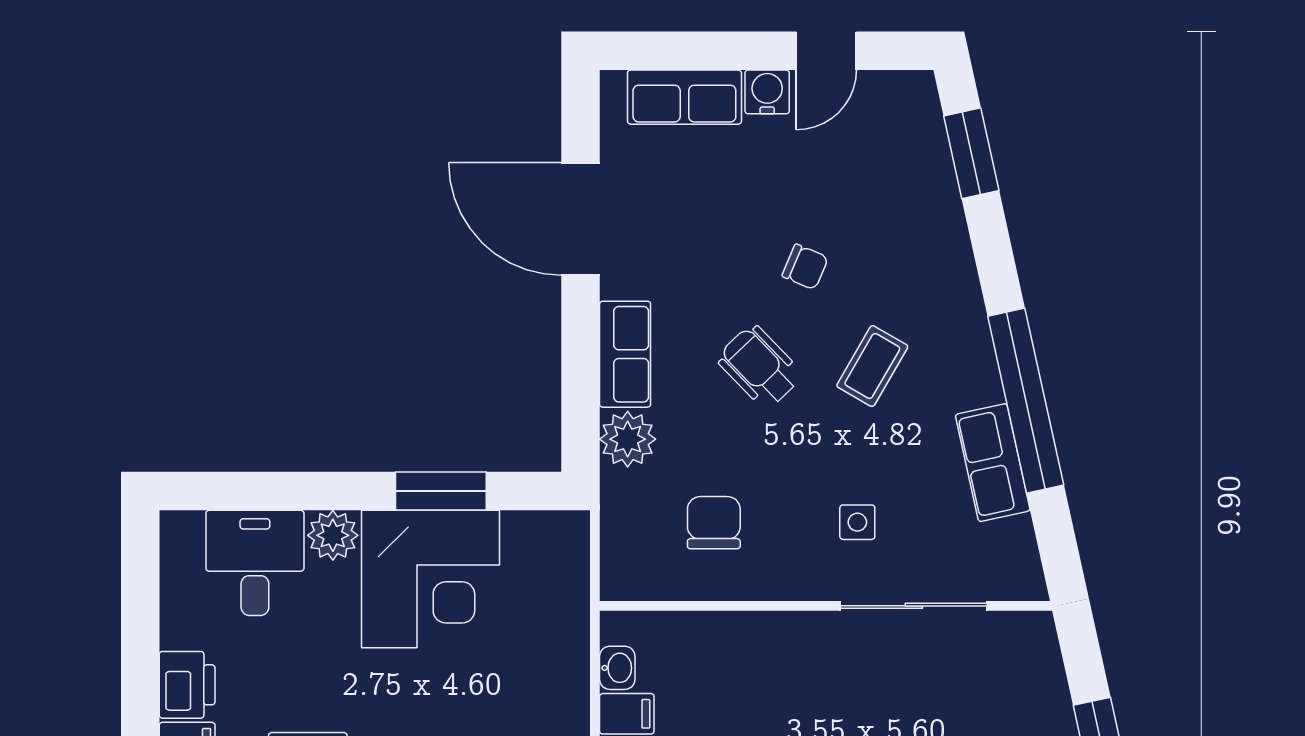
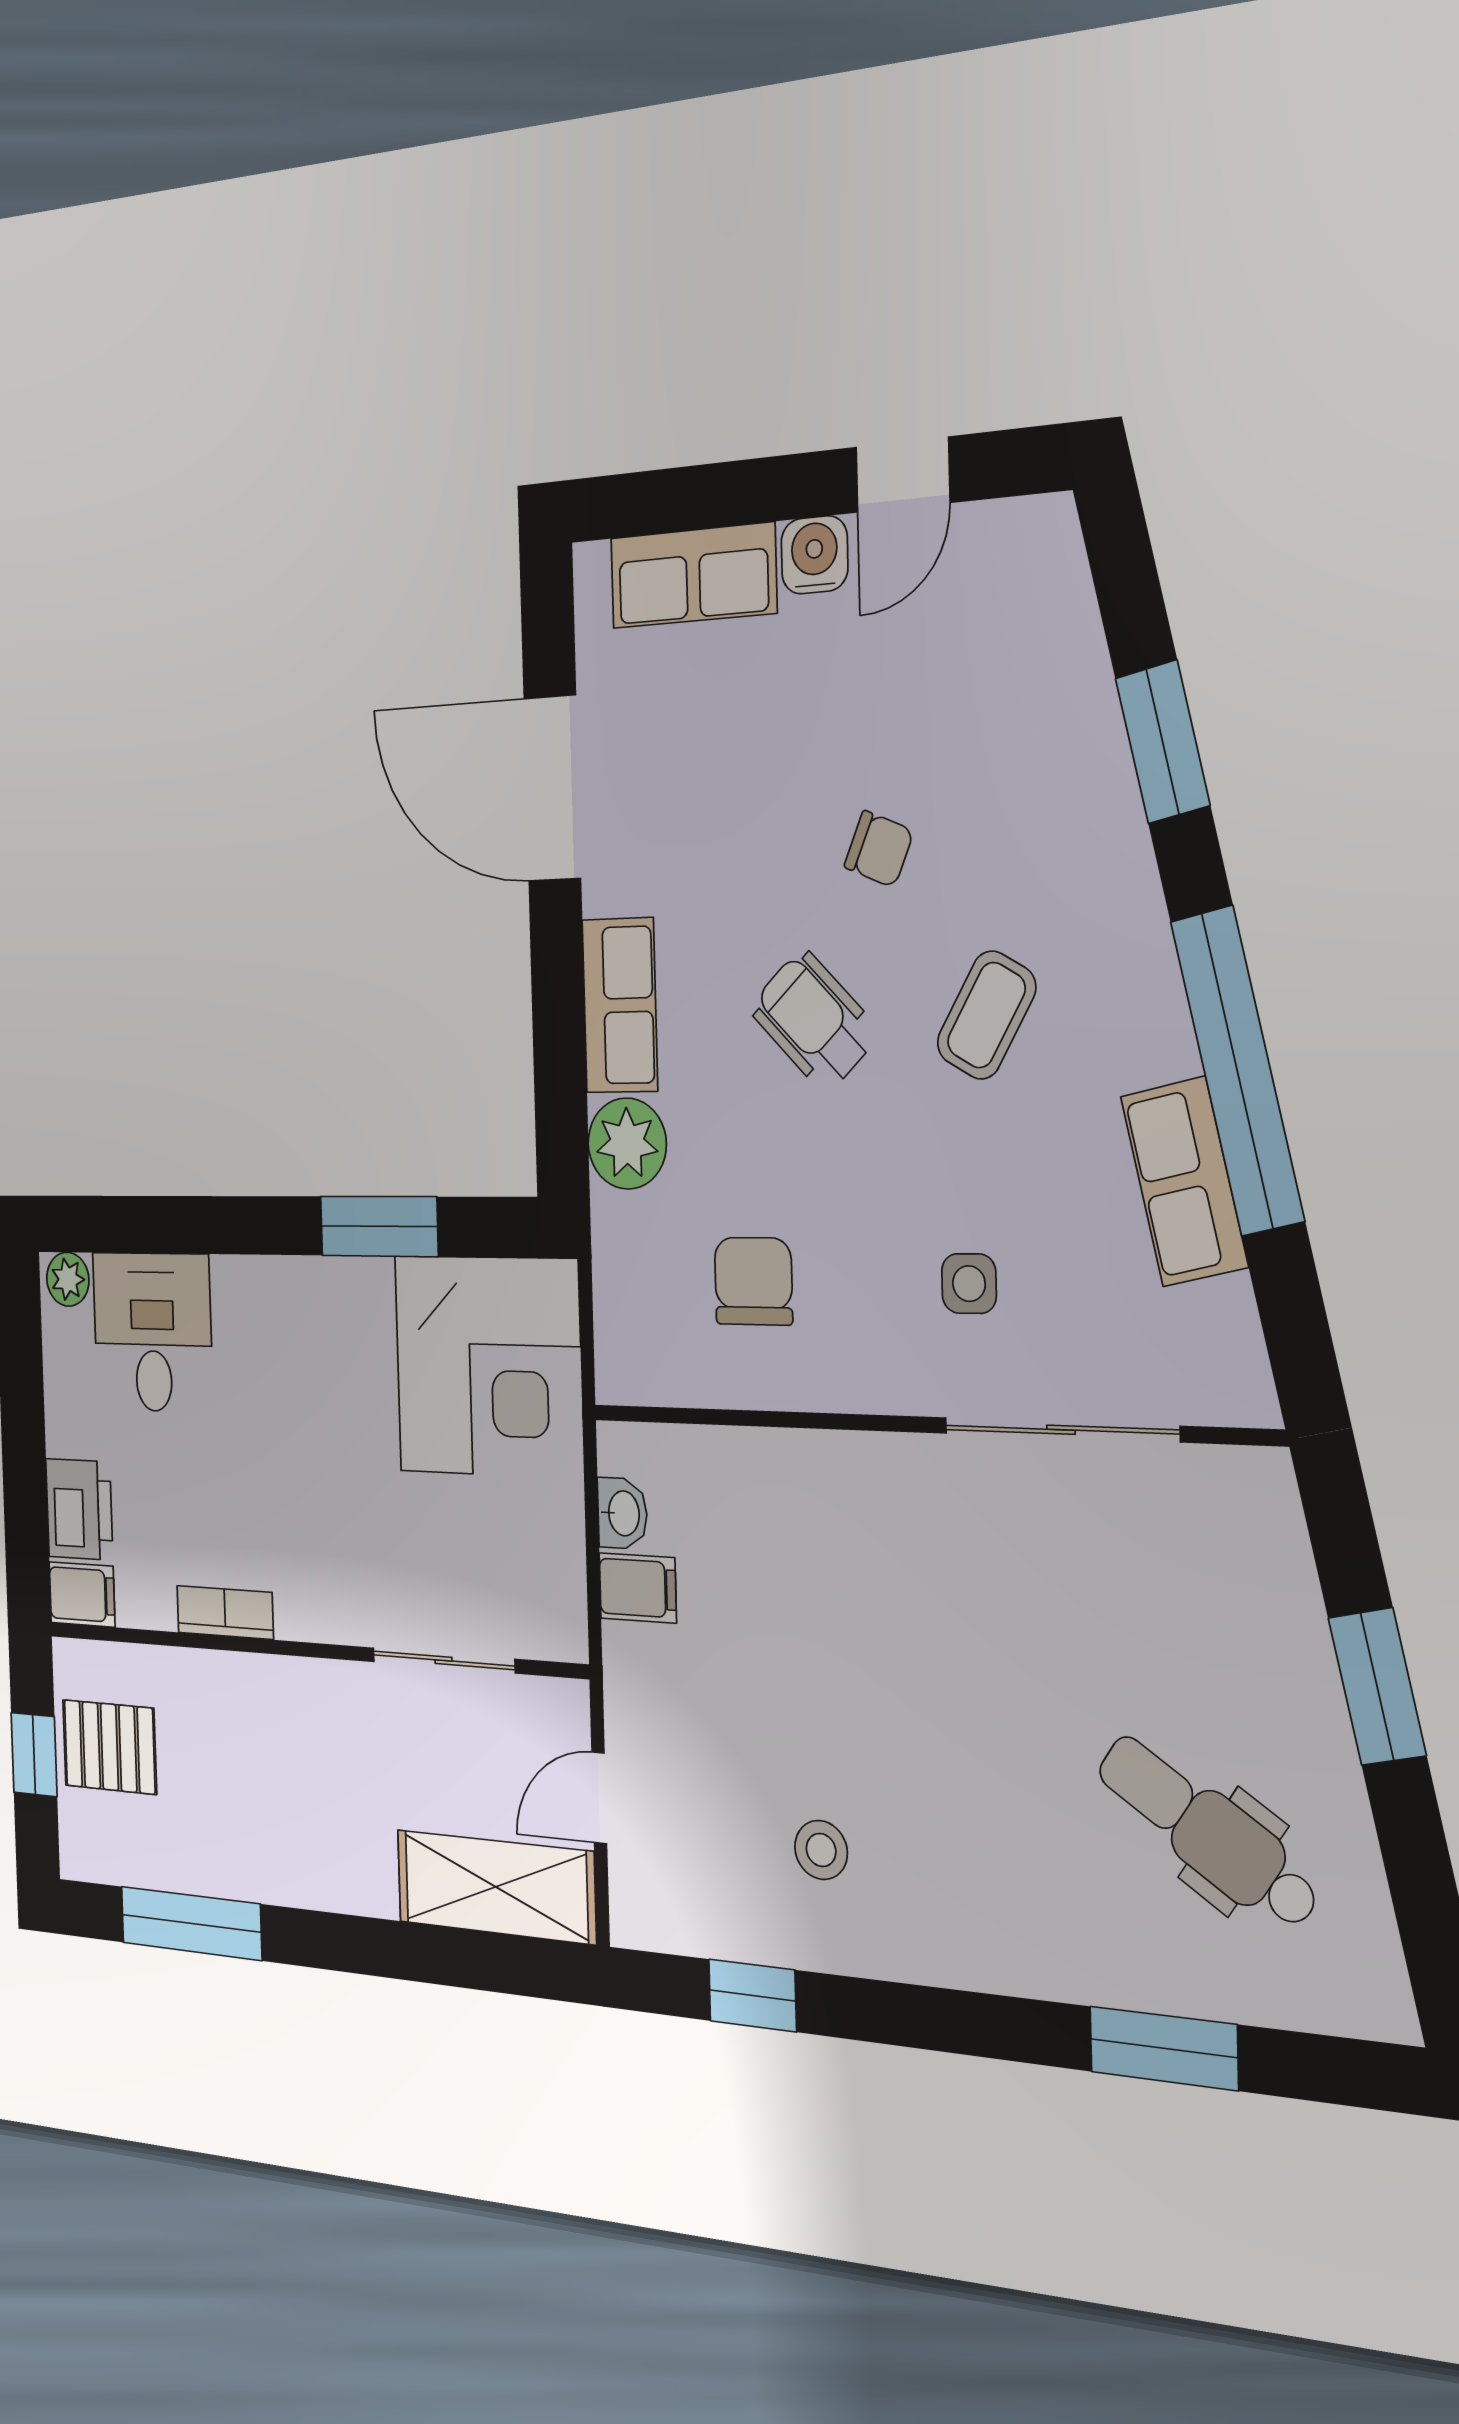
window: (971, 153) -> (1163, 742), moved
plant: (333, 535) -> (68, 1279), moved, width x0.73, depth x0.73
corner desk: (431, 579) -> (488, 1366), moved

